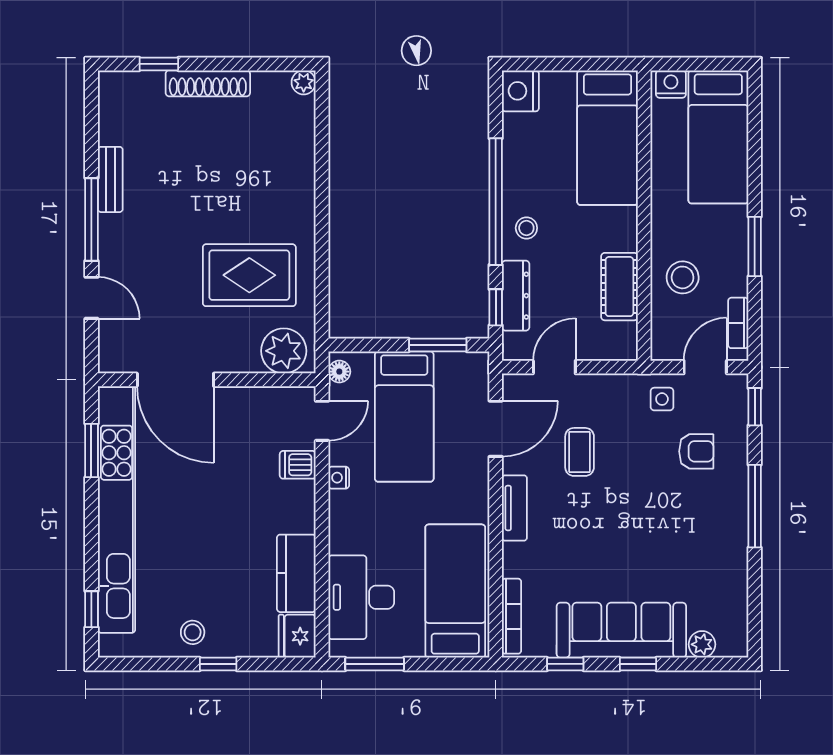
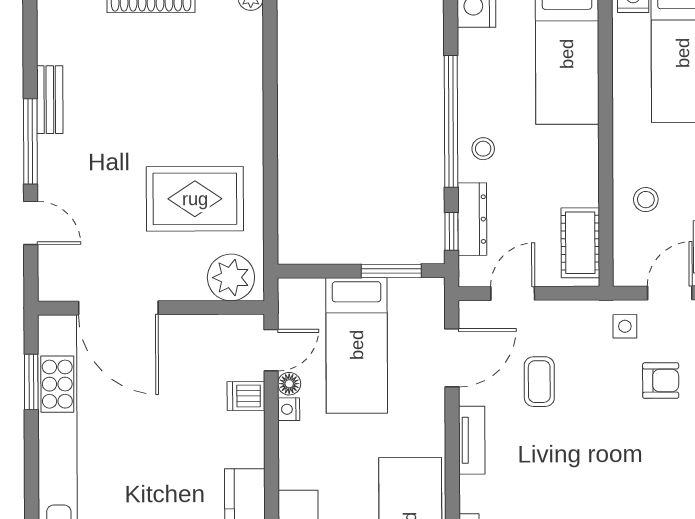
stool: (683, 277) -> (646, 200), width x0.73, depth x0.73
cot: (619, 287) -> (580, 243), moved
floor lamp: (339, 372) -> (289, 384), moved

